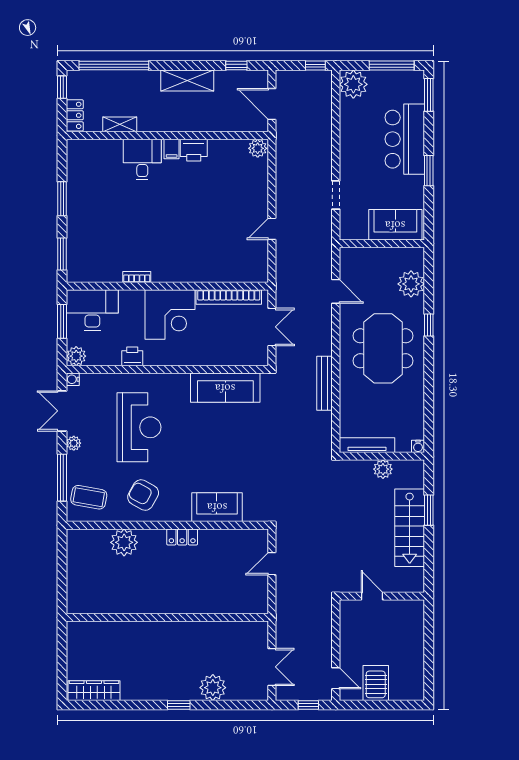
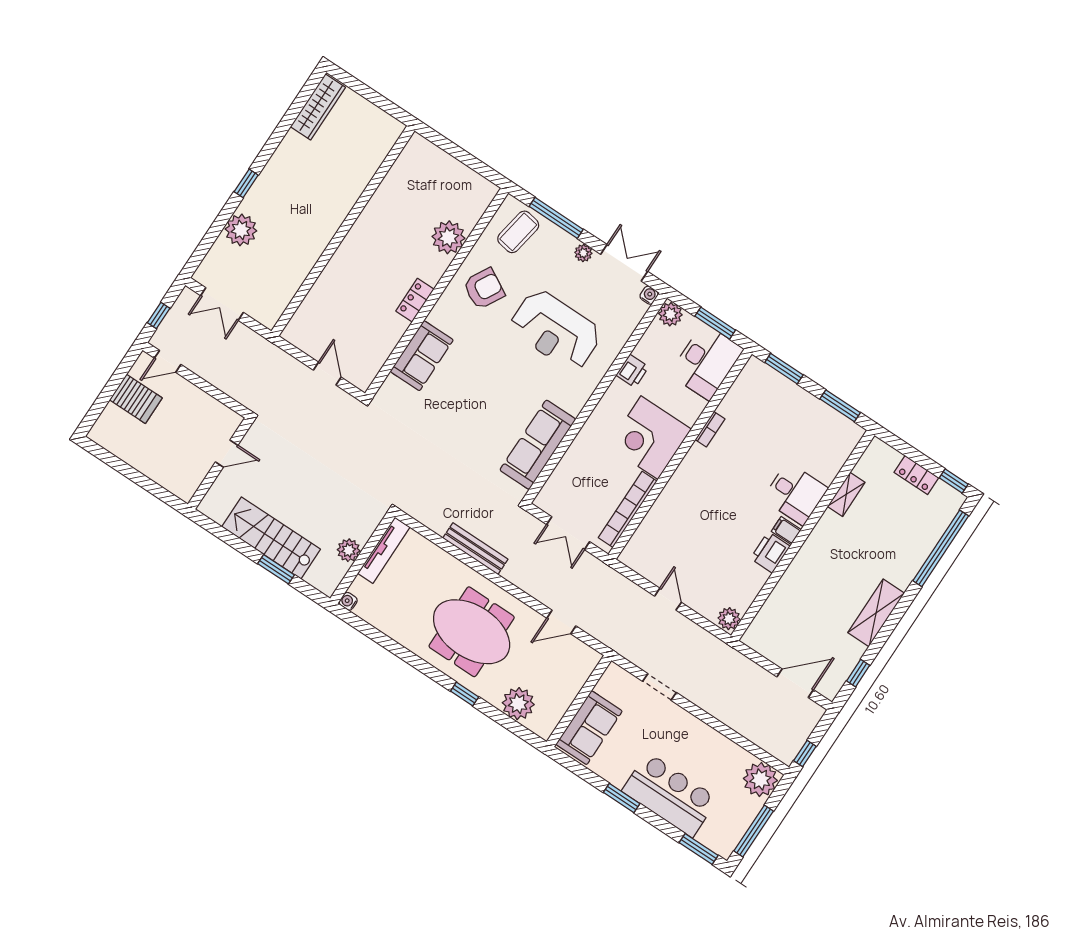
shelving: (120, 124) -> (846, 494), moved
wall: (167, 136) -> (803, 535), moved
plant: (258, 148) -> (729, 619), moved
filing cabinet: (172, 149) -> (786, 530), moved
printer: (194, 150) -> (770, 552), moved
desk: (142, 159) -> (795, 494), moved

